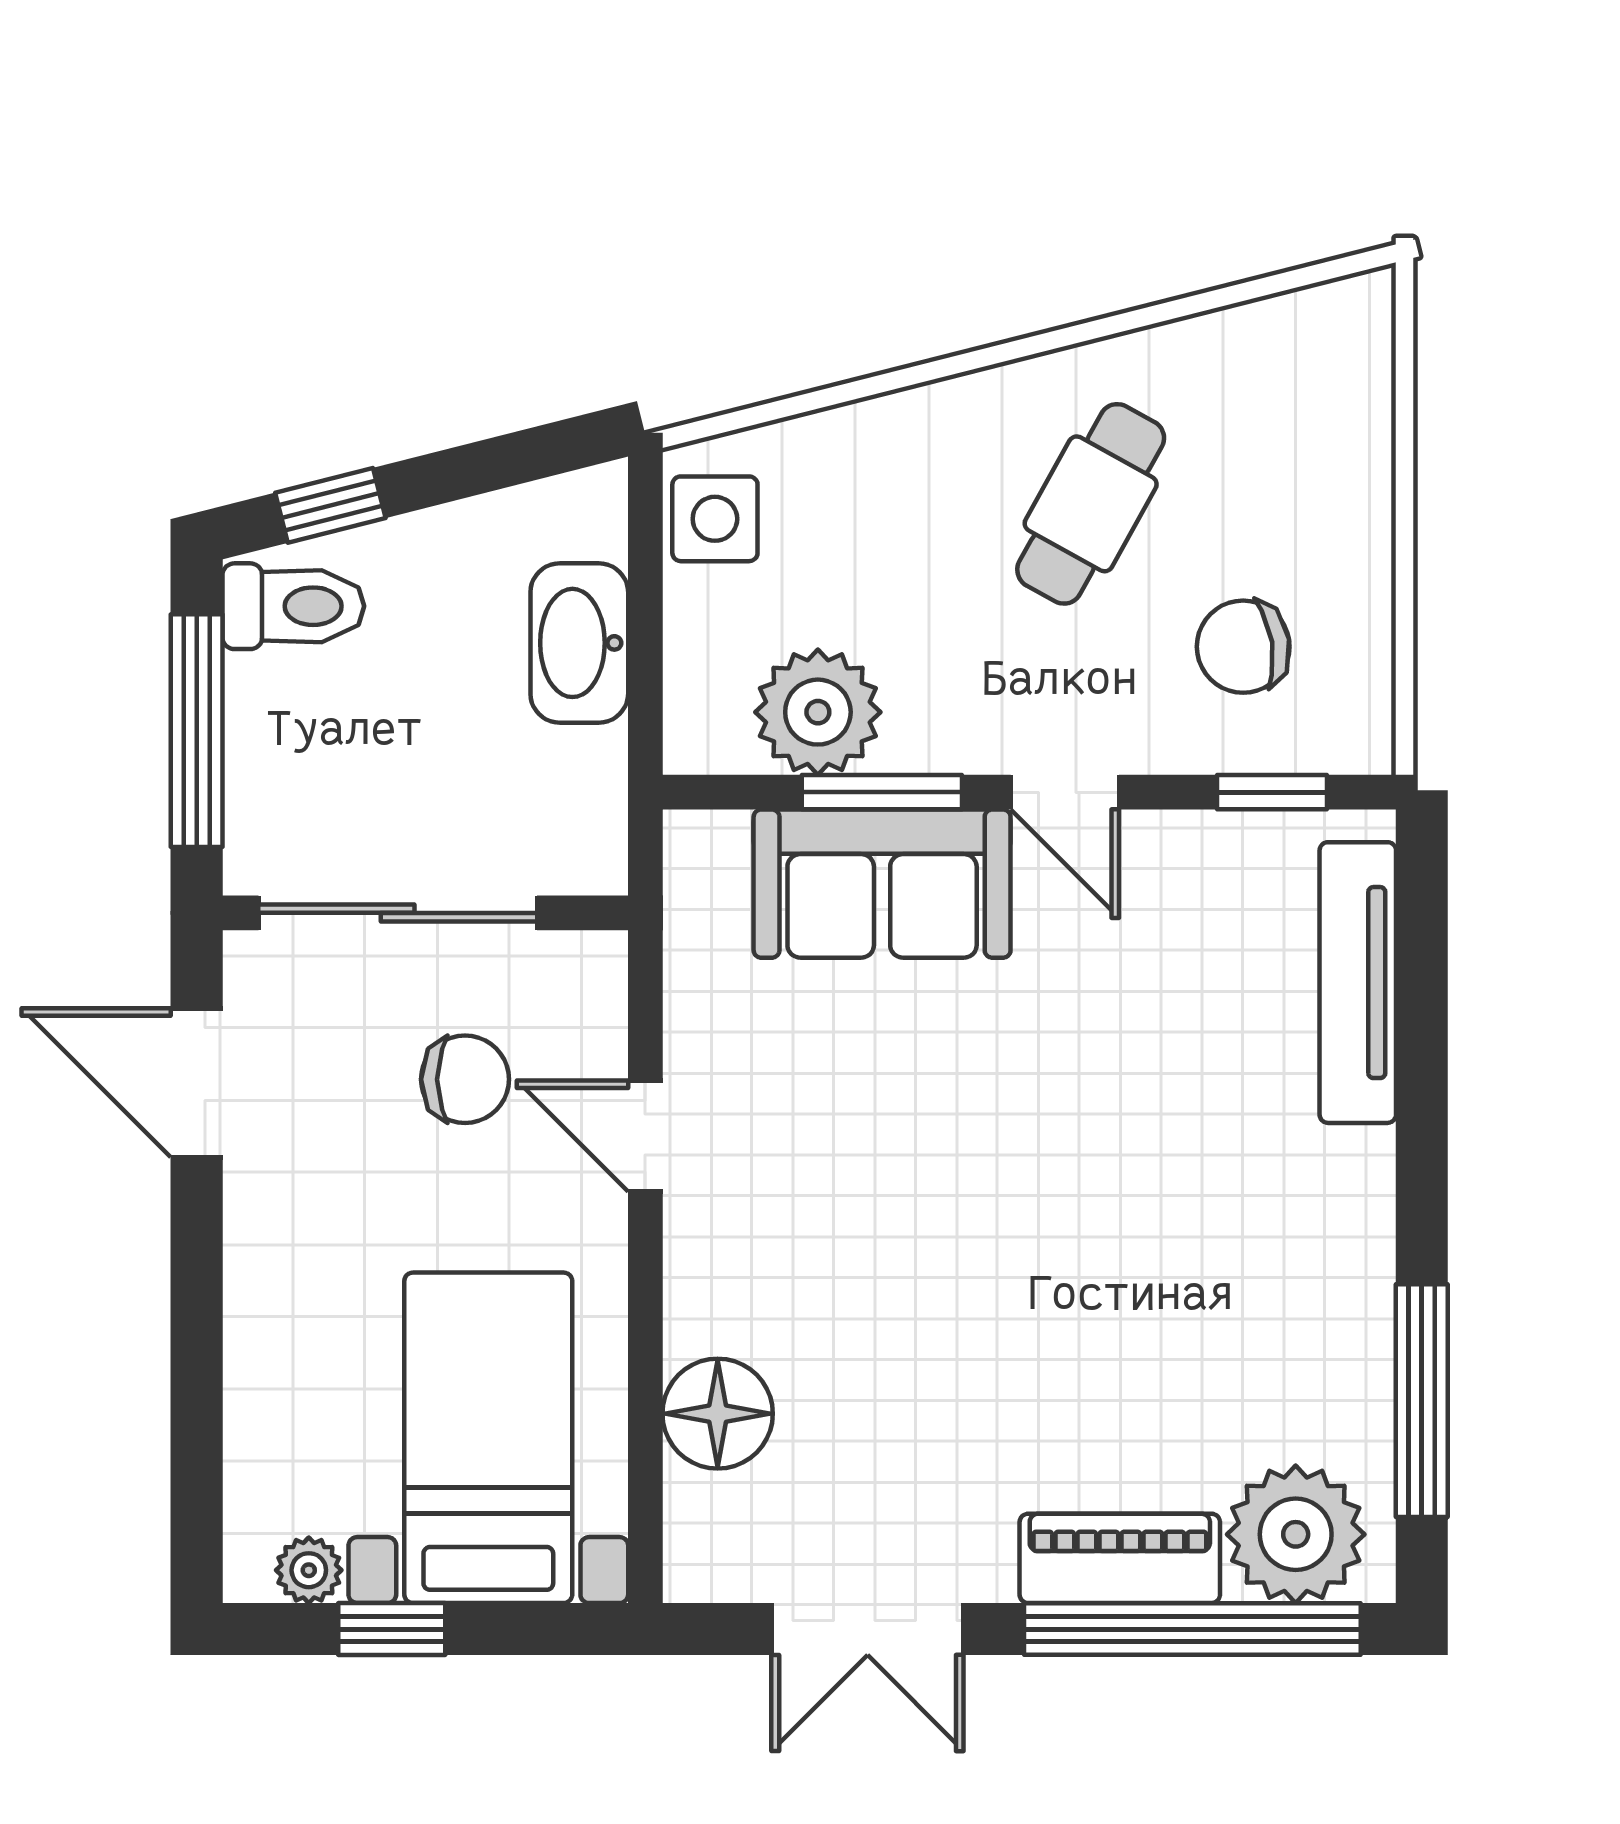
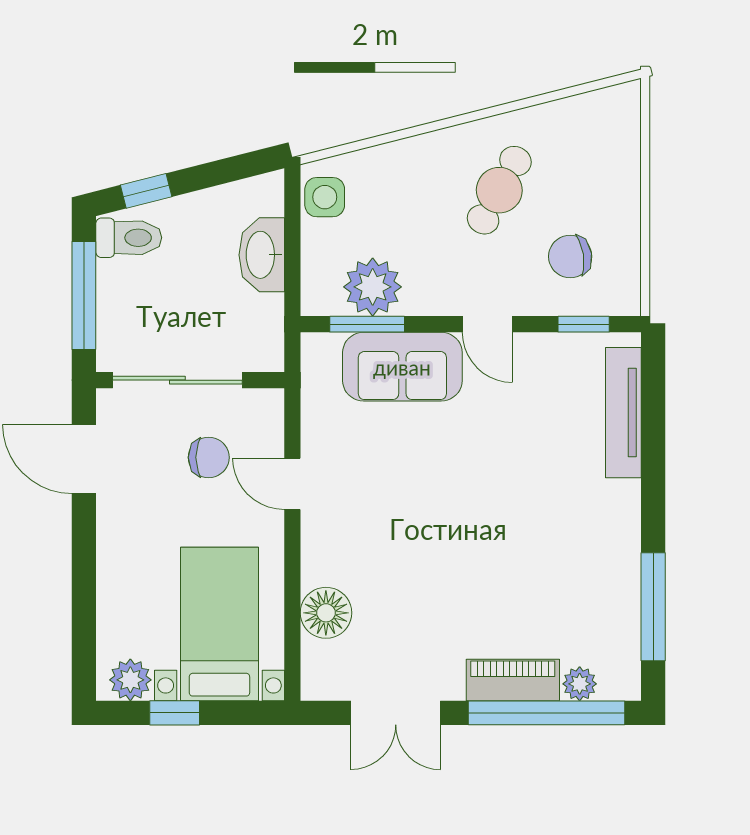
window: (882, 792) -> (367, 324), moved
plant: (1296, 1534) -> (580, 684), width x0.53, depth x0.53
plant: (309, 1570) -> (130, 680), width x1.38, depth x1.38

